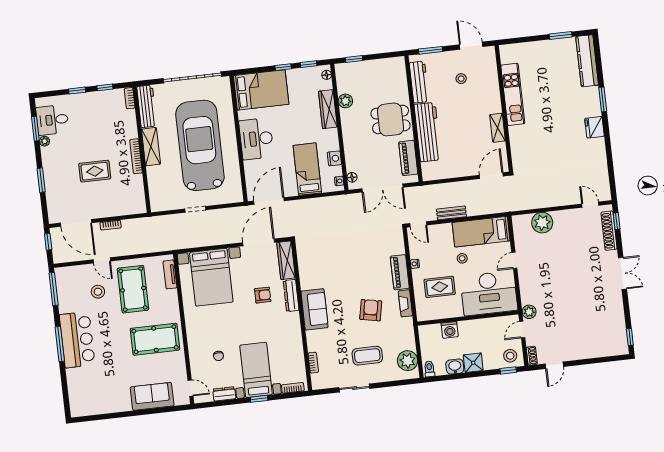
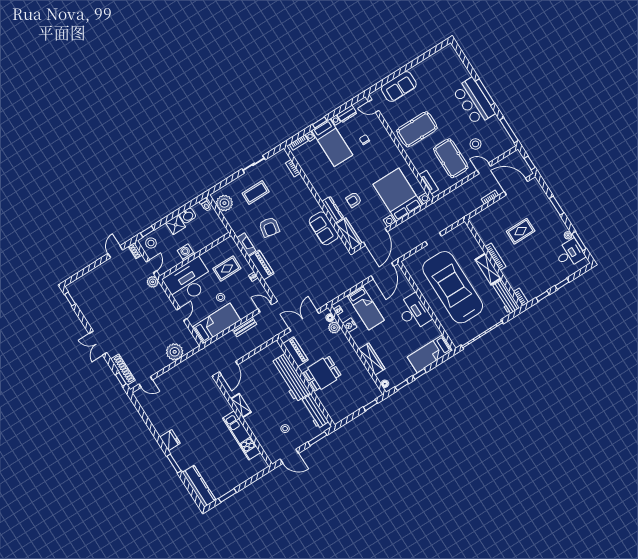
bed: (261, 90) -> (430, 354), width x0.67
plant: (345, 101) -> (334, 328), moved
car: (200, 145) -> (453, 287), turned 180
sofa: (315, 309) -> (324, 228), moved
washing machine: (450, 330) -> (186, 252), moved

